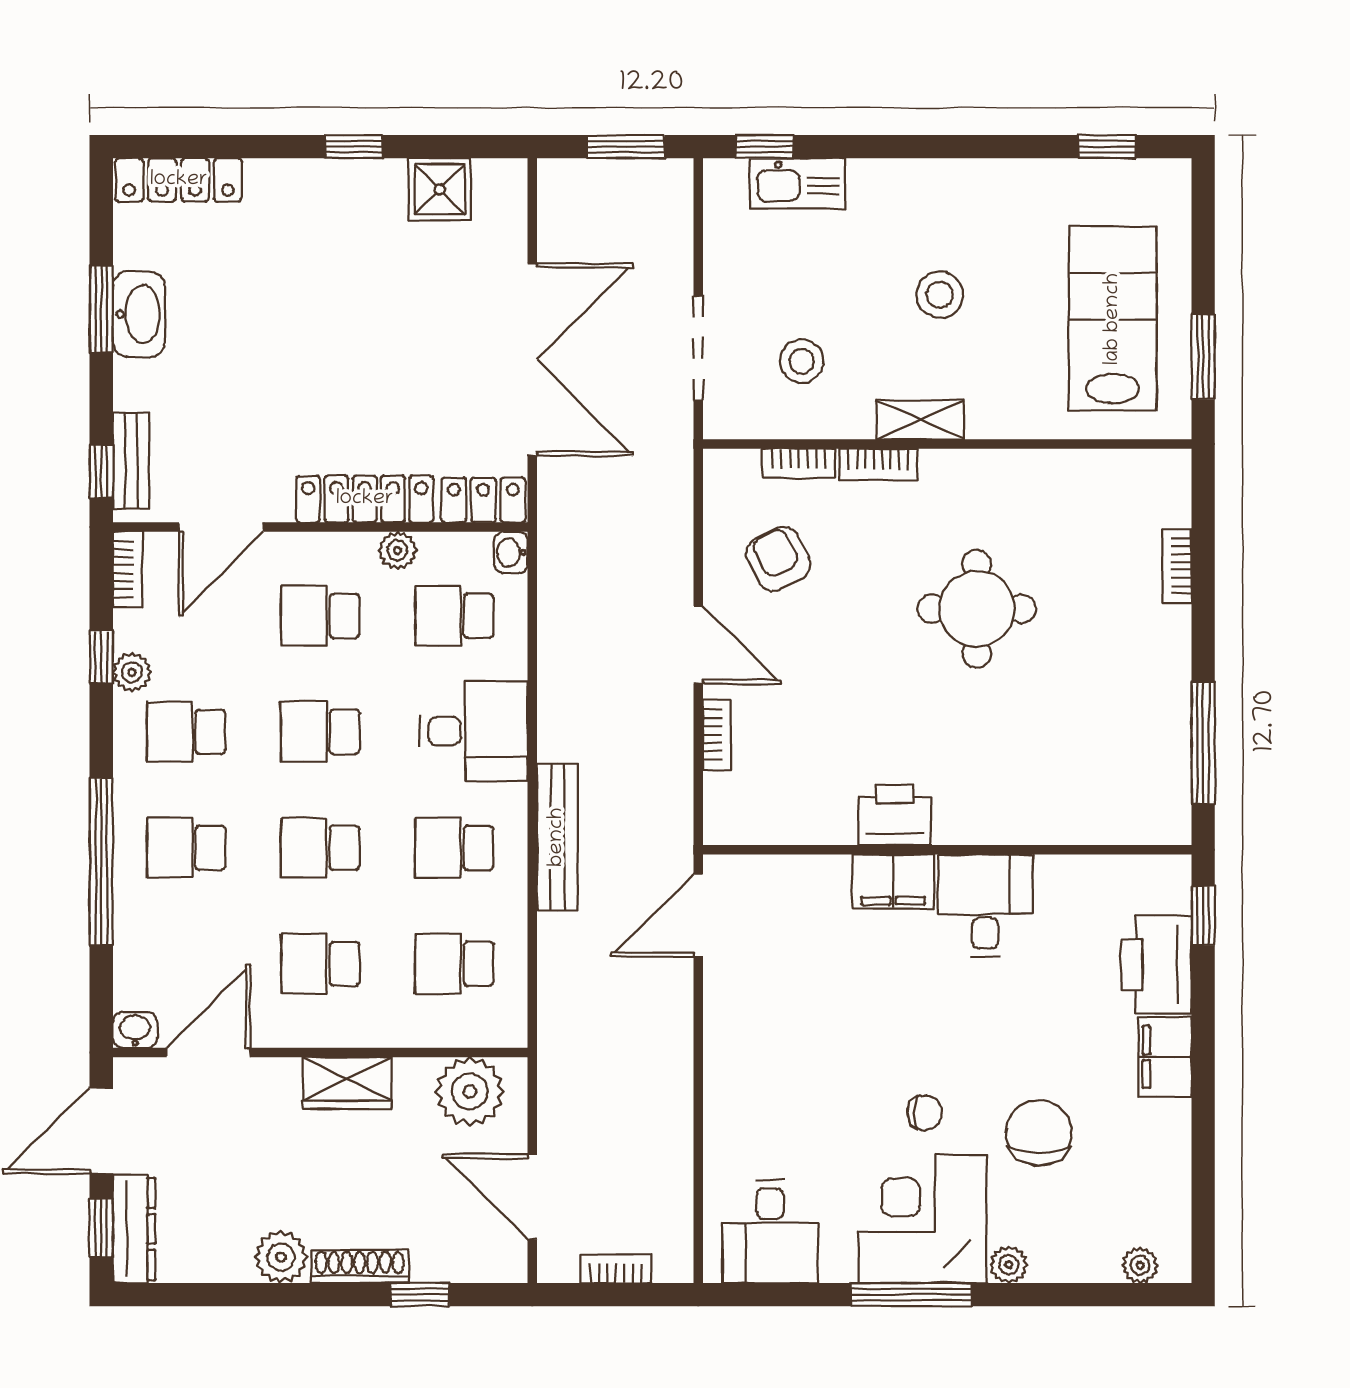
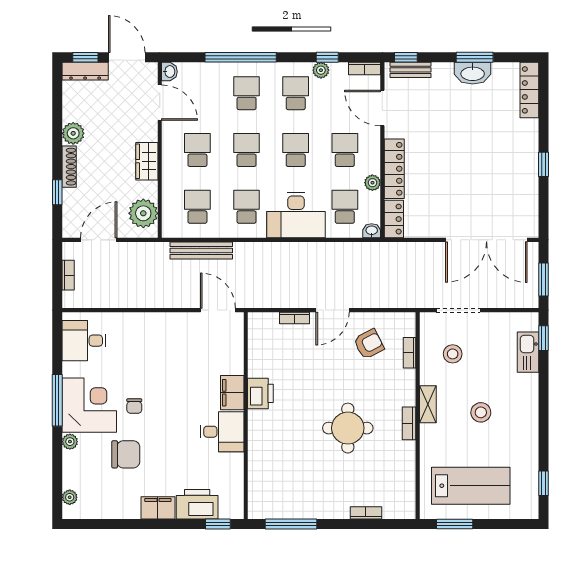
shower: (440, 189) -> (525, 201), removed
double door: (532, 360) -> (486, 240), moved
bookcase: (878, 464) -> (409, 423), moved
desk: (474, 731) -> (296, 215), width x1.37
bench: (557, 837) -> (201, 250), moved

